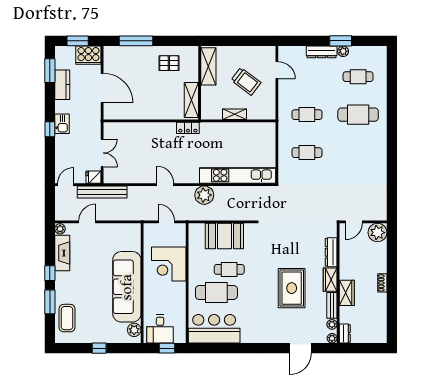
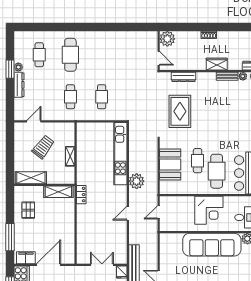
filing cabinet: (111, 60) -> (26, 258), added
corner desk: (169, 264) -> (209, 210), moved
wardrobe: (330, 280) -> (206, 78), removed
rug: (292, 288) -> (180, 111), moved, turned 90

